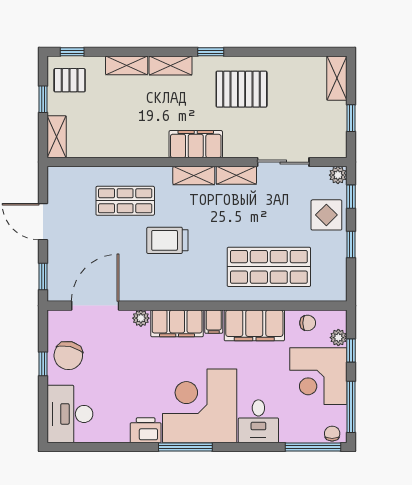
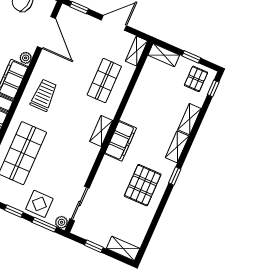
sliding door: (283, 162) -> (80, 204), moved
shelving: (236, 175) -> (137, 51), moved
window: (351, 197) -> (44, 225), width x1.50
trolley: (167, 240) -> (44, 95), moved

